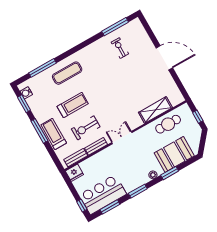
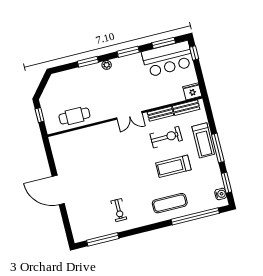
exercise bike: (120, 48) -> (119, 210), moved
window: (42, 68) -> (195, 216), width x1.46
shelving: (155, 110) -> (84, 135), removed
booth: (174, 154) -> (77, 81), removed

